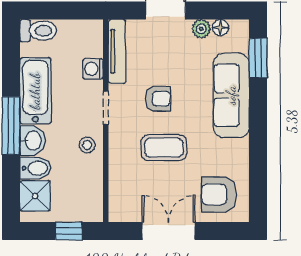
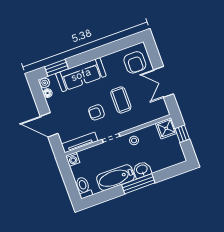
plant: (201, 29) -> (45, 83), moved
washing machine: (93, 69) -> (73, 159), moved
armchair: (158, 99) -> (96, 112), turned -90
bidet: (36, 168) -> (156, 163), removed
shower: (35, 196) -> (166, 128), moved

